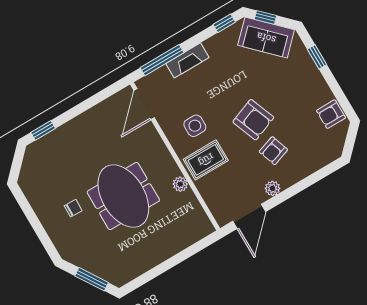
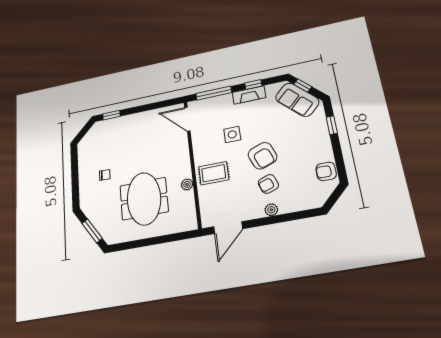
window: (224, 23) -> (253, 85), moved
fireplace: (187, 60) -> (249, 95), moved
door: (144, 104) -> (187, 119), hinge flipped
side table: (195, 126) -> (232, 134), moved
plant: (273, 188) -> (271, 210), moved
meeting table: (123, 196) -> (144, 199), moved

